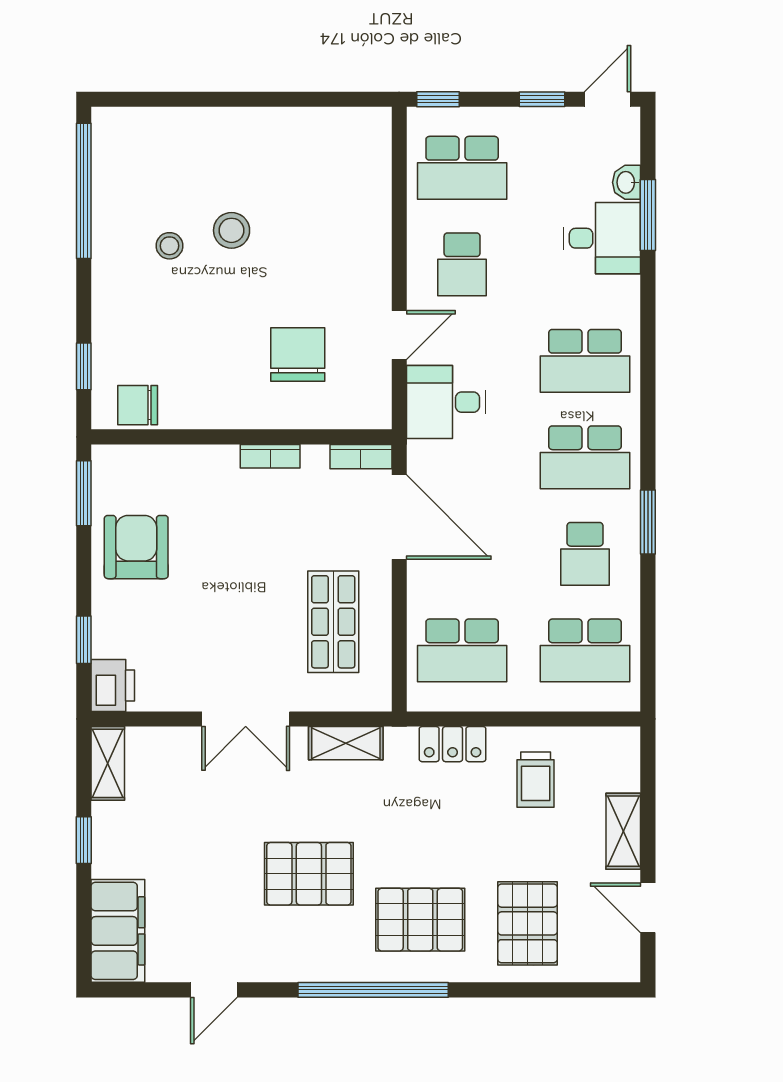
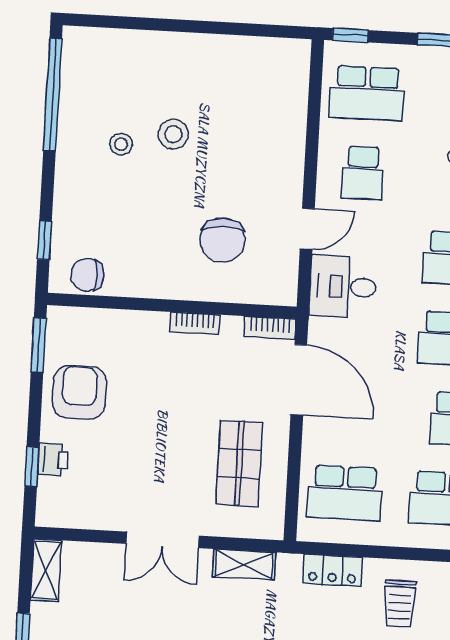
chair: (298, 354) -> (222, 240), turned 180
printer: (113, 685) -> (53, 459), moved, width x0.73, depth x0.81

